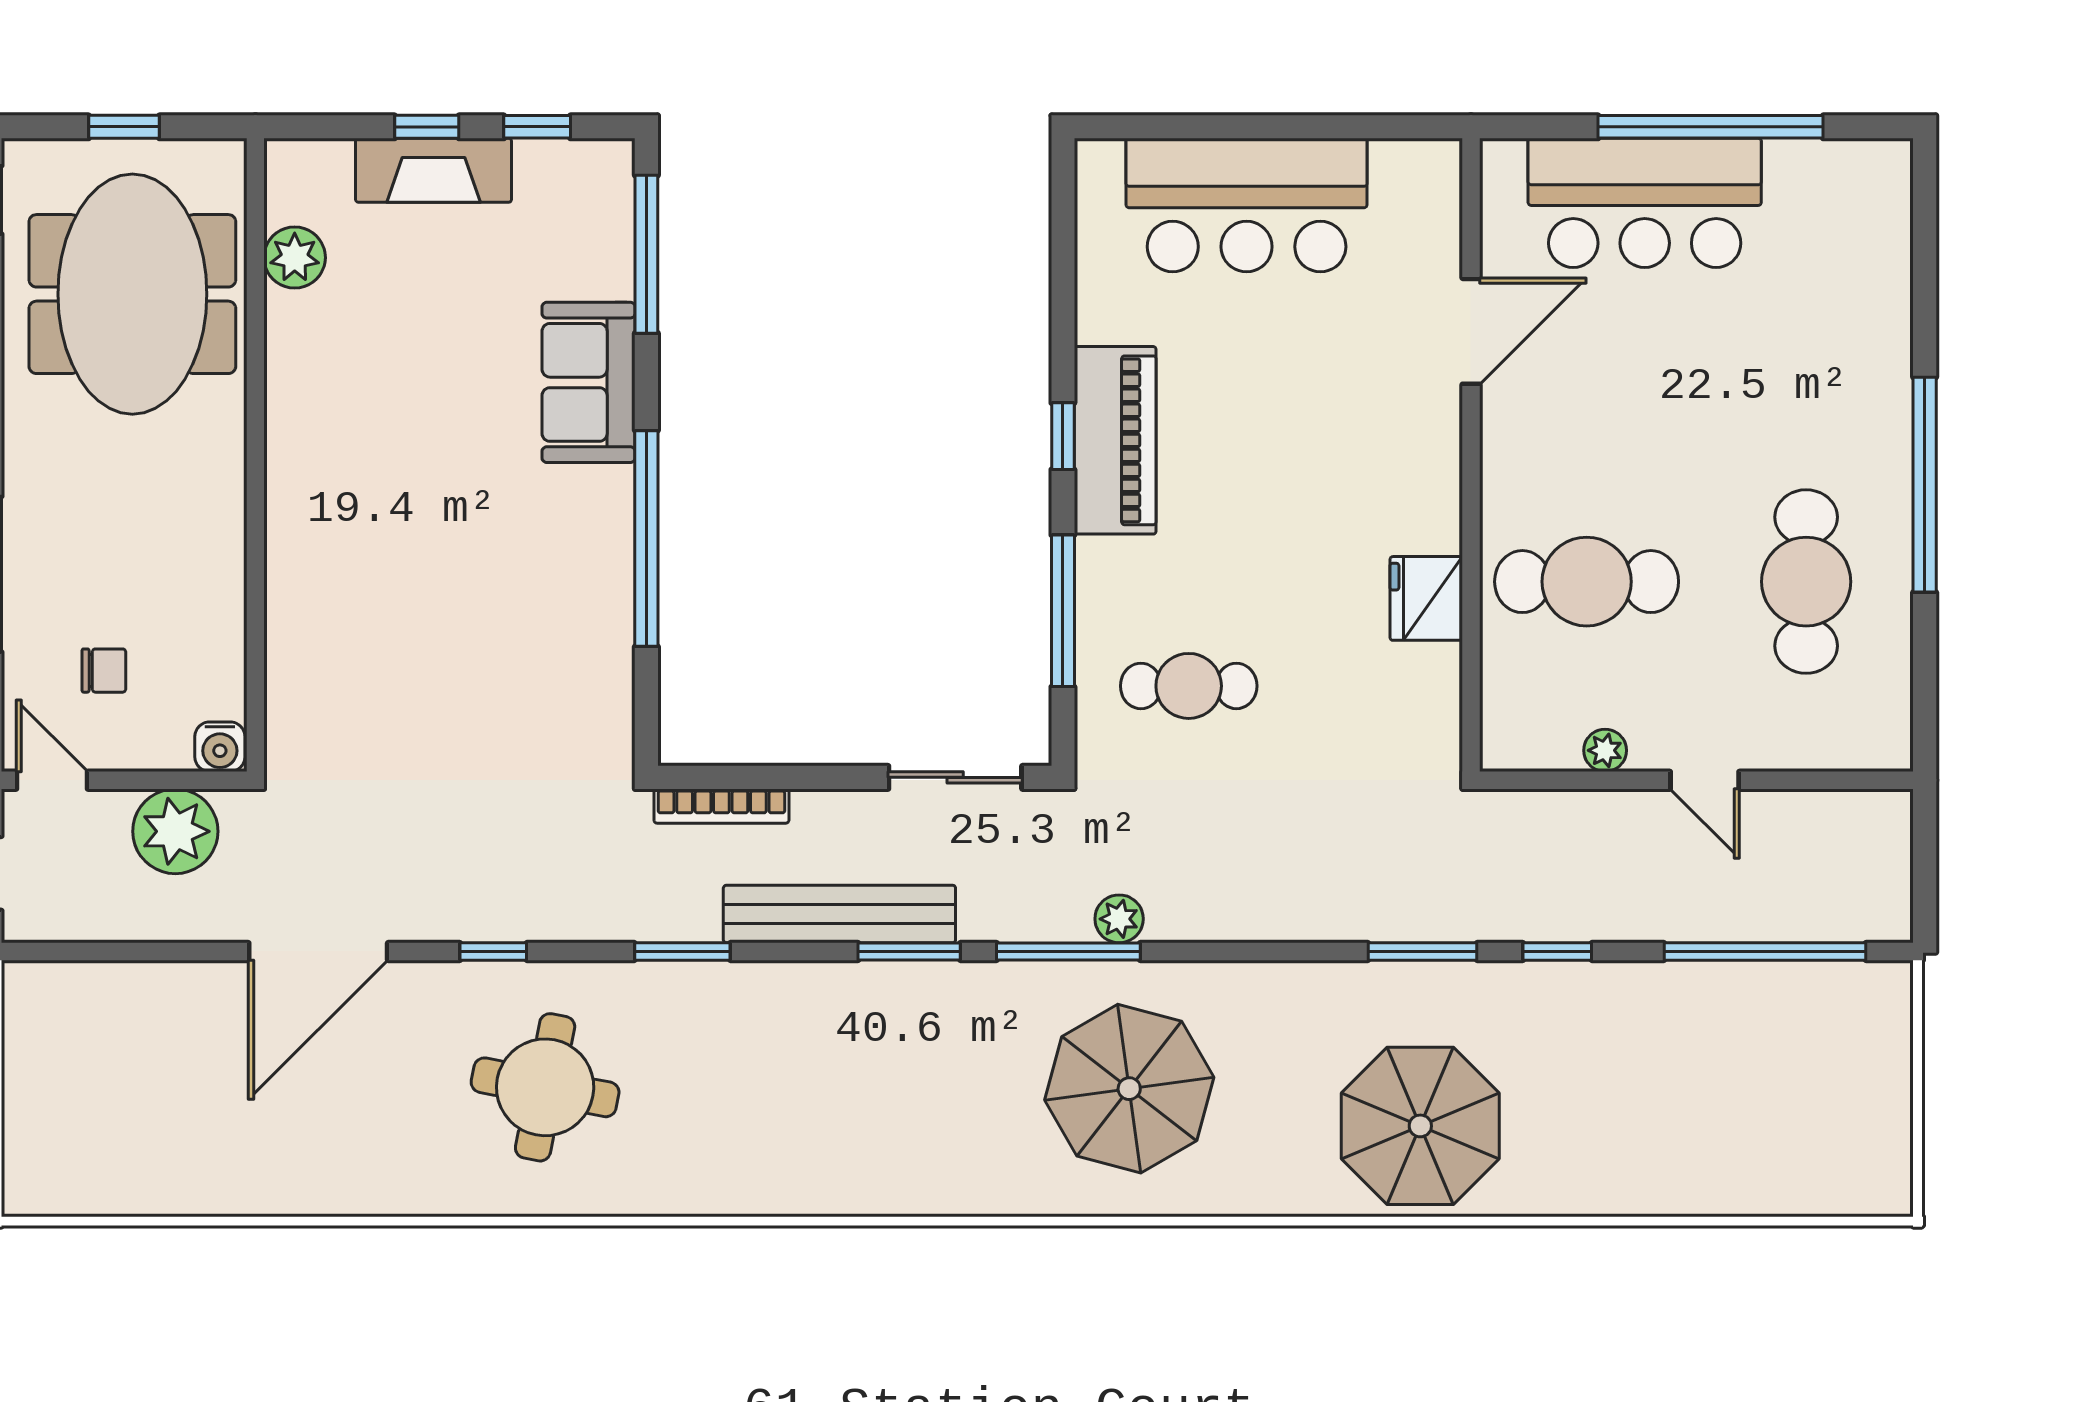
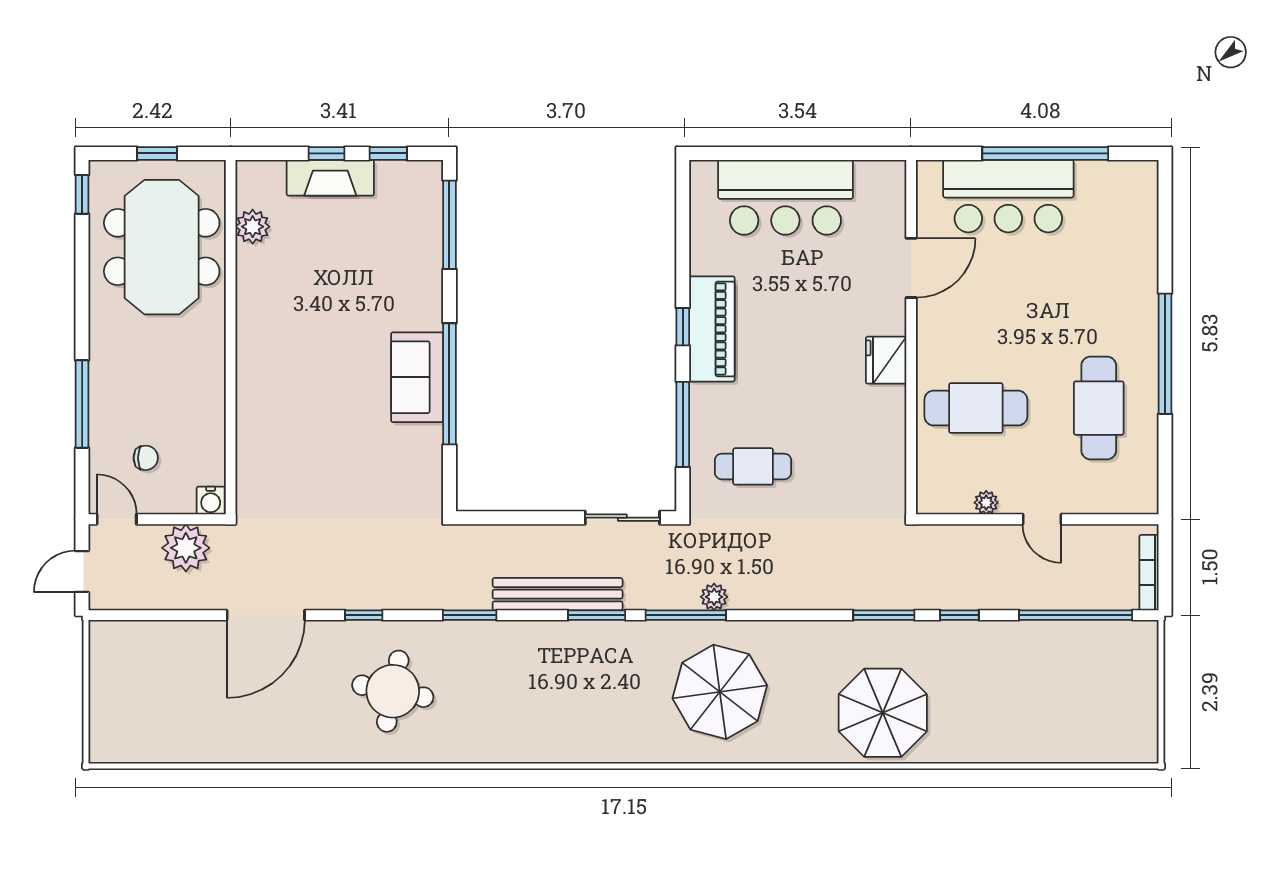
sofa: (589, 382) -> (417, 377), moved
fridge: (1426, 598) -> (886, 360), moved
bookcase: (721, 806) -> (1149, 573), moved, turned 90

